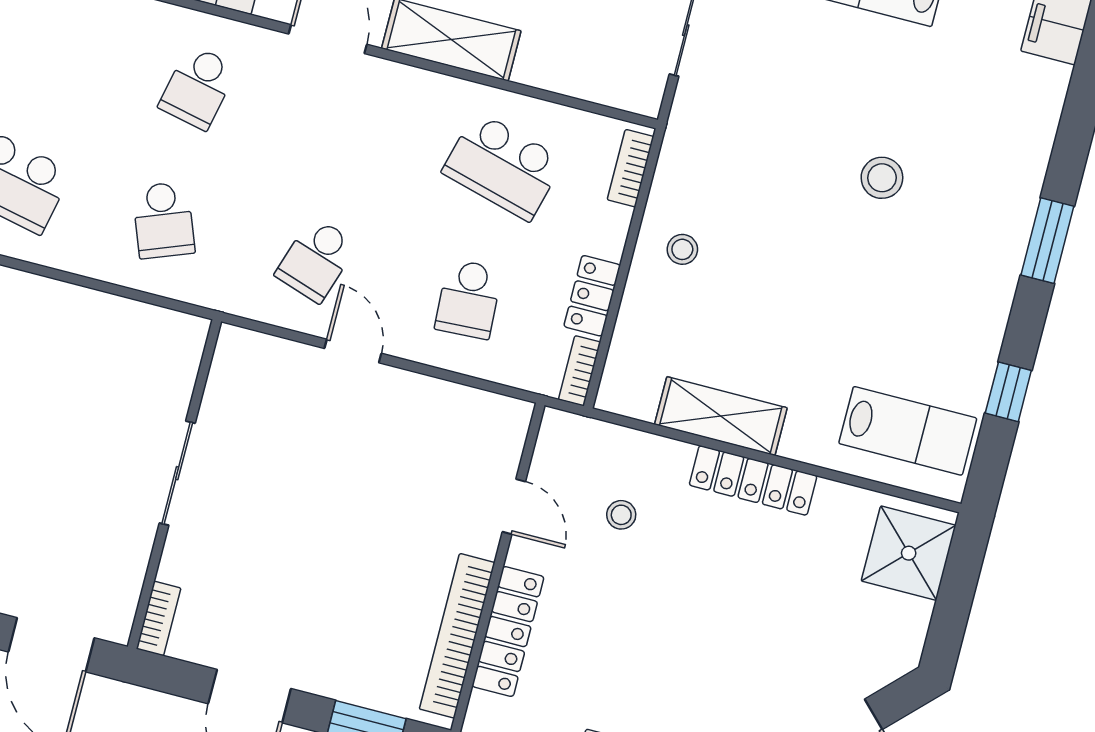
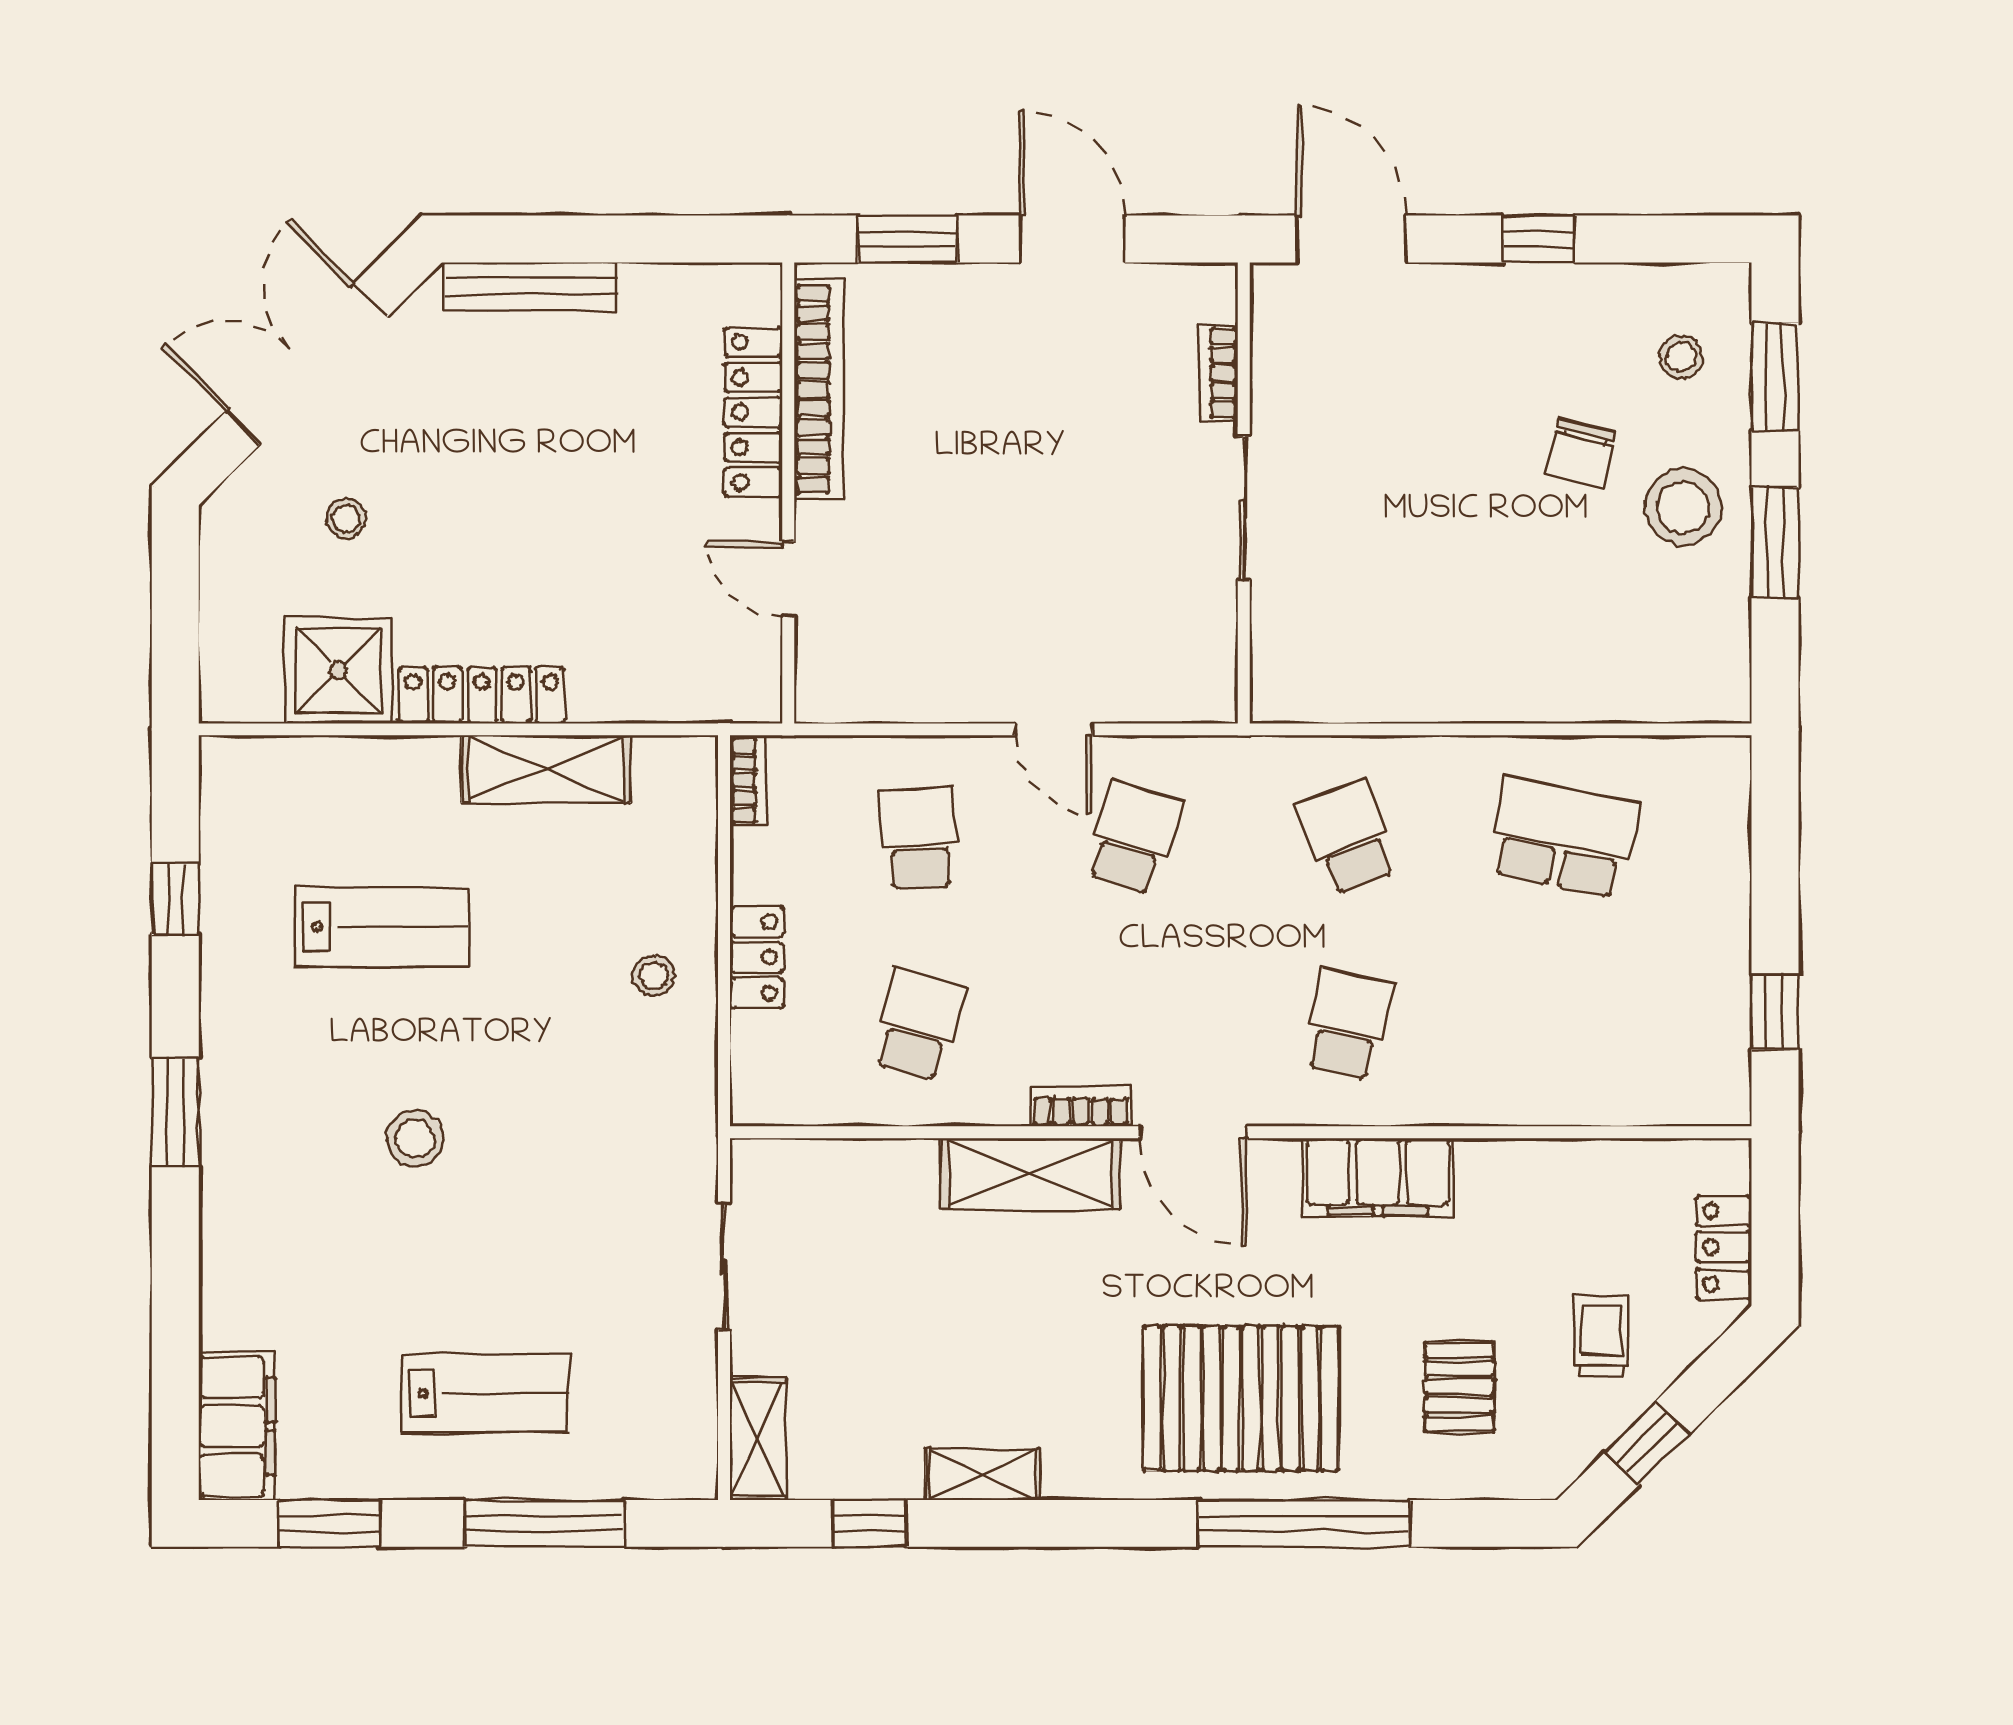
school desk: (503, 166) -> (919, 1024), width x0.54
bookcase: (630, 168) -> (1081, 1106), moved, turned -90
locker: (592, 296) -> (757, 957), moved
lab bench: (908, 431) -> (381, 927), moved, turned 180
stool: (621, 515) -> (346, 518), moved
shower: (909, 553) -> (338, 670), moved
bookcase: (159, 619) -> (1219, 373), moved

